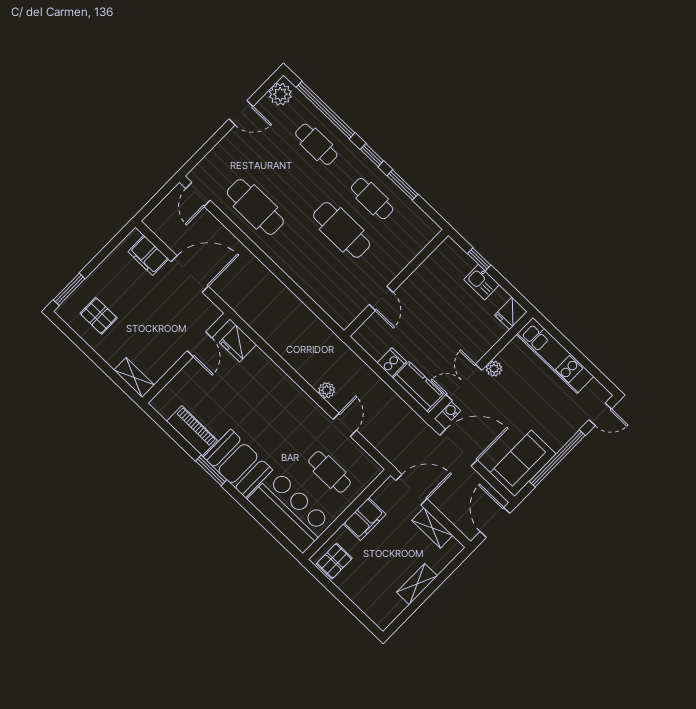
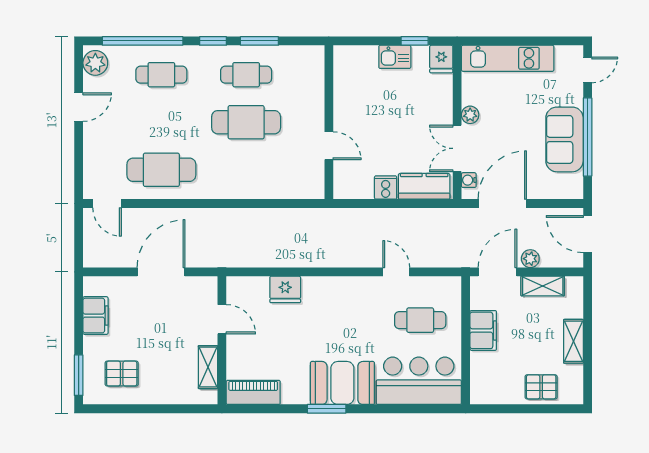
filing cabinet: (148, 255) -> (95, 316), moved, turned -90
window: (479, 259) -> (415, 41), moved
fridge: (238, 343) -> (285, 289), moved
shelving: (134, 378) -> (208, 367), moved, turned 90
plant: (327, 390) -> (530, 259), moved
piano: (192, 431) -> (253, 392), moved
sofa: (523, 463) -> (565, 139), moved
pallet: (334, 561) -> (541, 387), moved, turned 90

